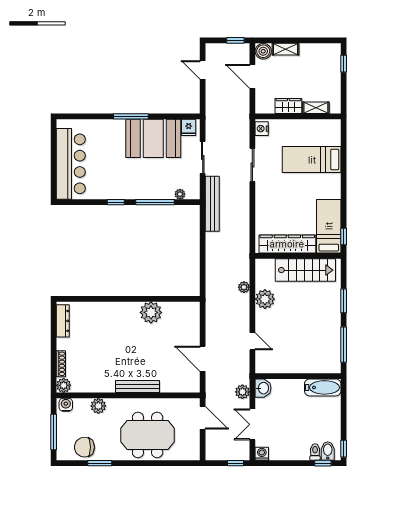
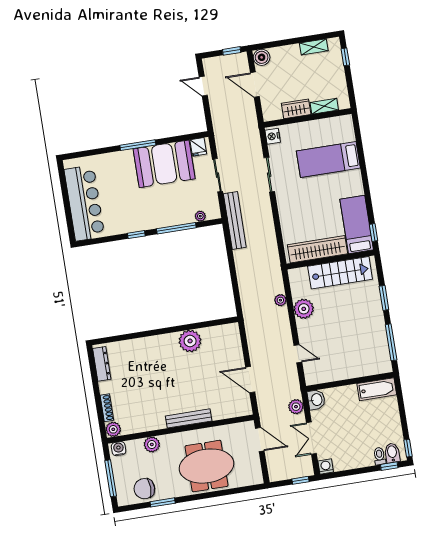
shelving: (285, 49) -> (314, 47), moved

